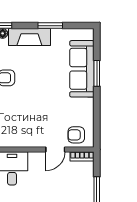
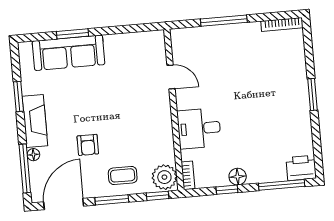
armchair: (76, 135) -> (151, 53), removed
bookcase: (82, 156) -> (177, 43), removed

